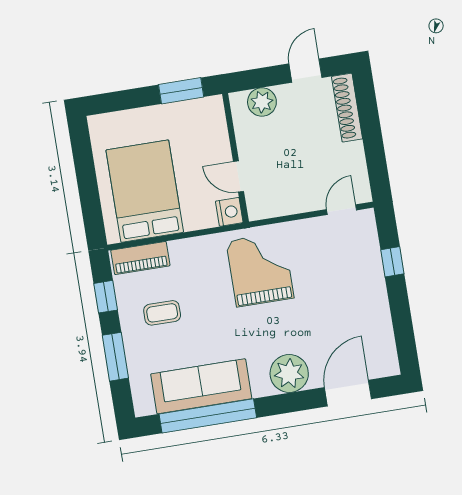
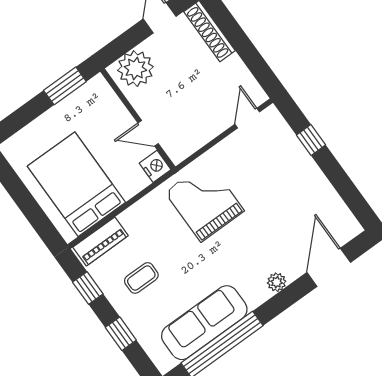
plant: (262, 102) -> (135, 69), width x1.36, depth x1.36
window: (115, 357) -> (121, 334), width x0.67
plant: (289, 373) -> (277, 282), width x0.53, depth x0.53

